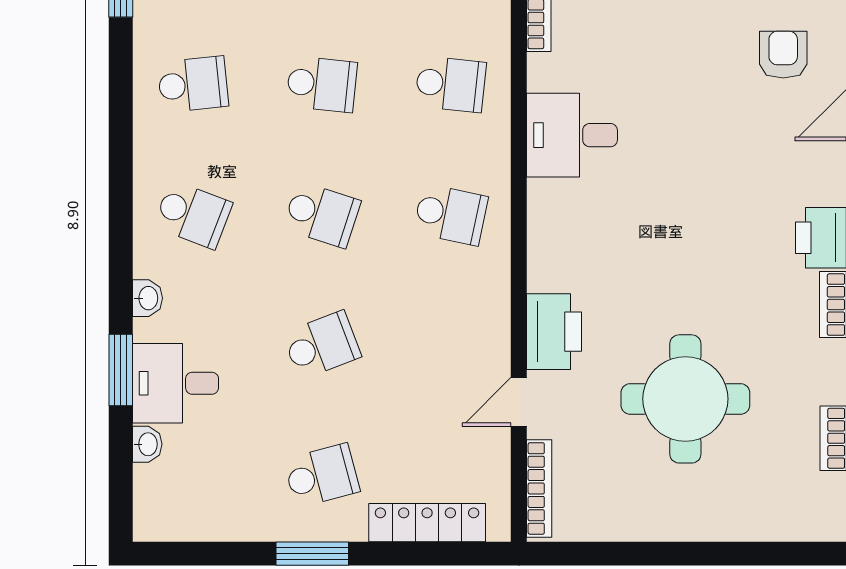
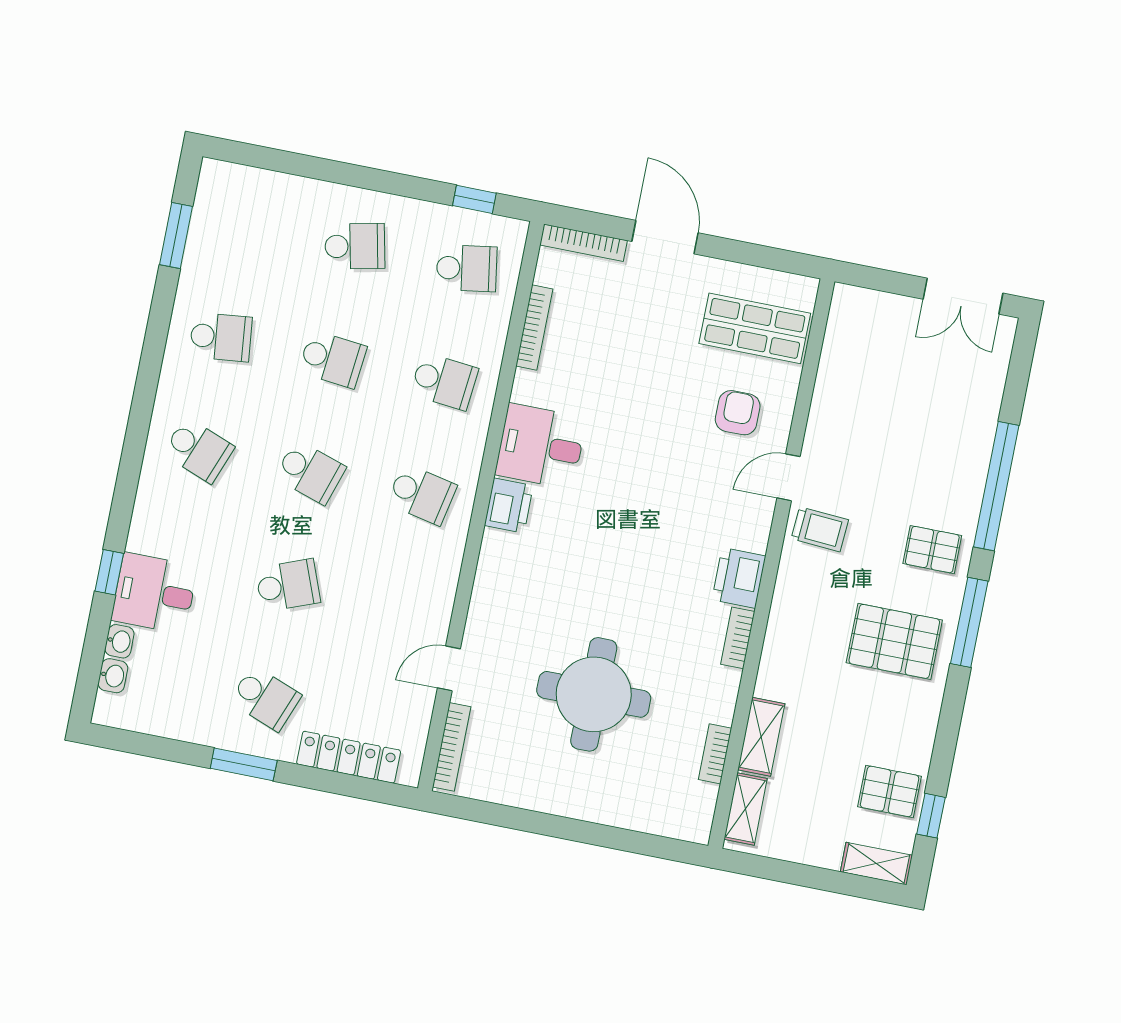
washbasin: (147, 298) -> (113, 676), moved
printer: (554, 332) -> (509, 506), moved, width x0.73, depth x0.84
window: (121, 370) -> (109, 572), width x0.67
school desk: (322, 475) -> (265, 698), turned 36

